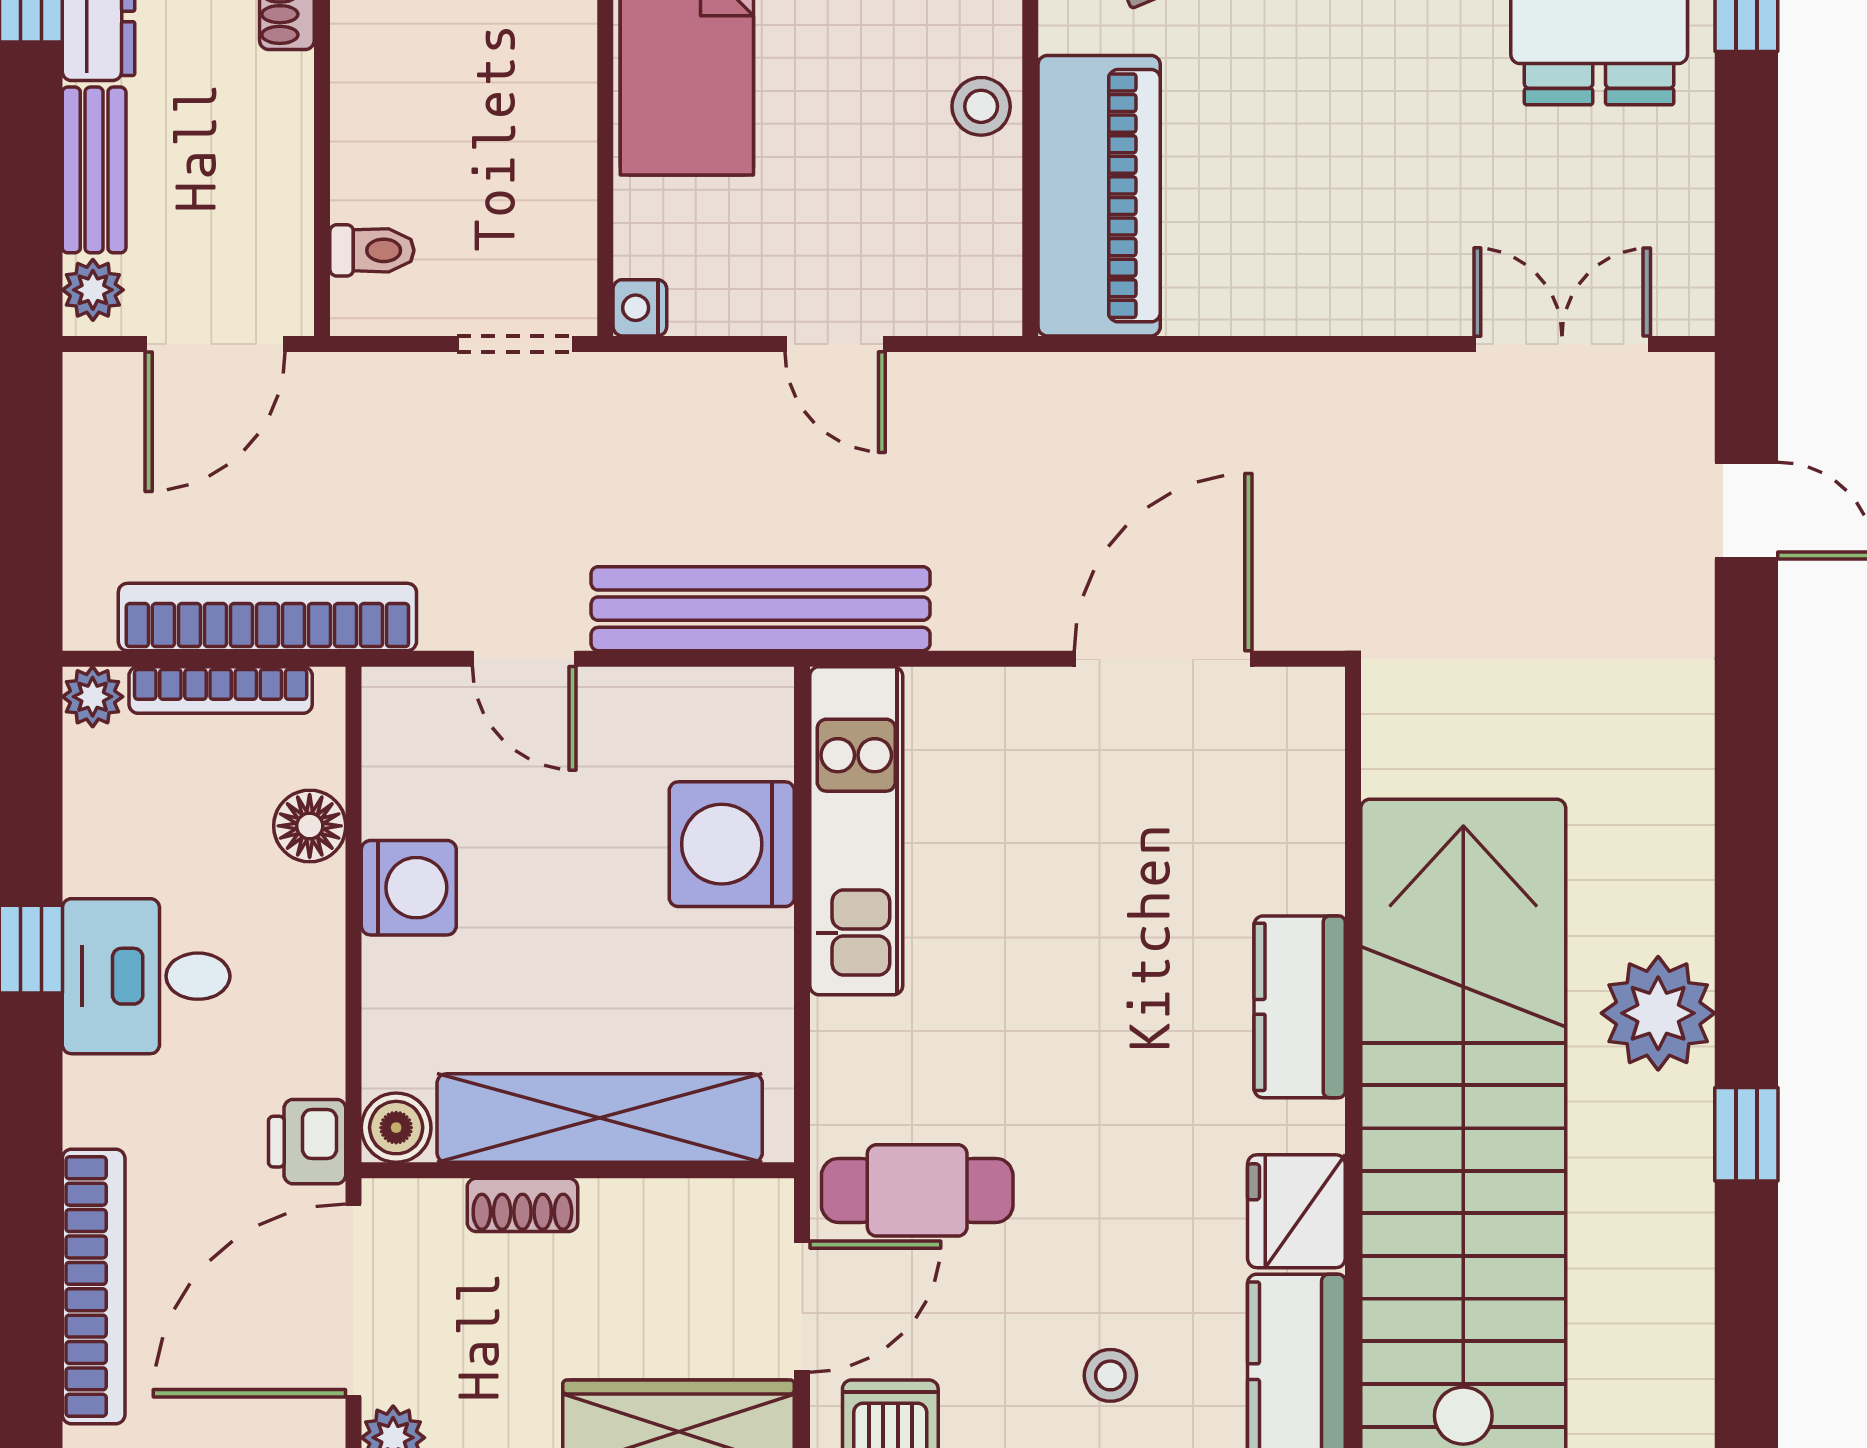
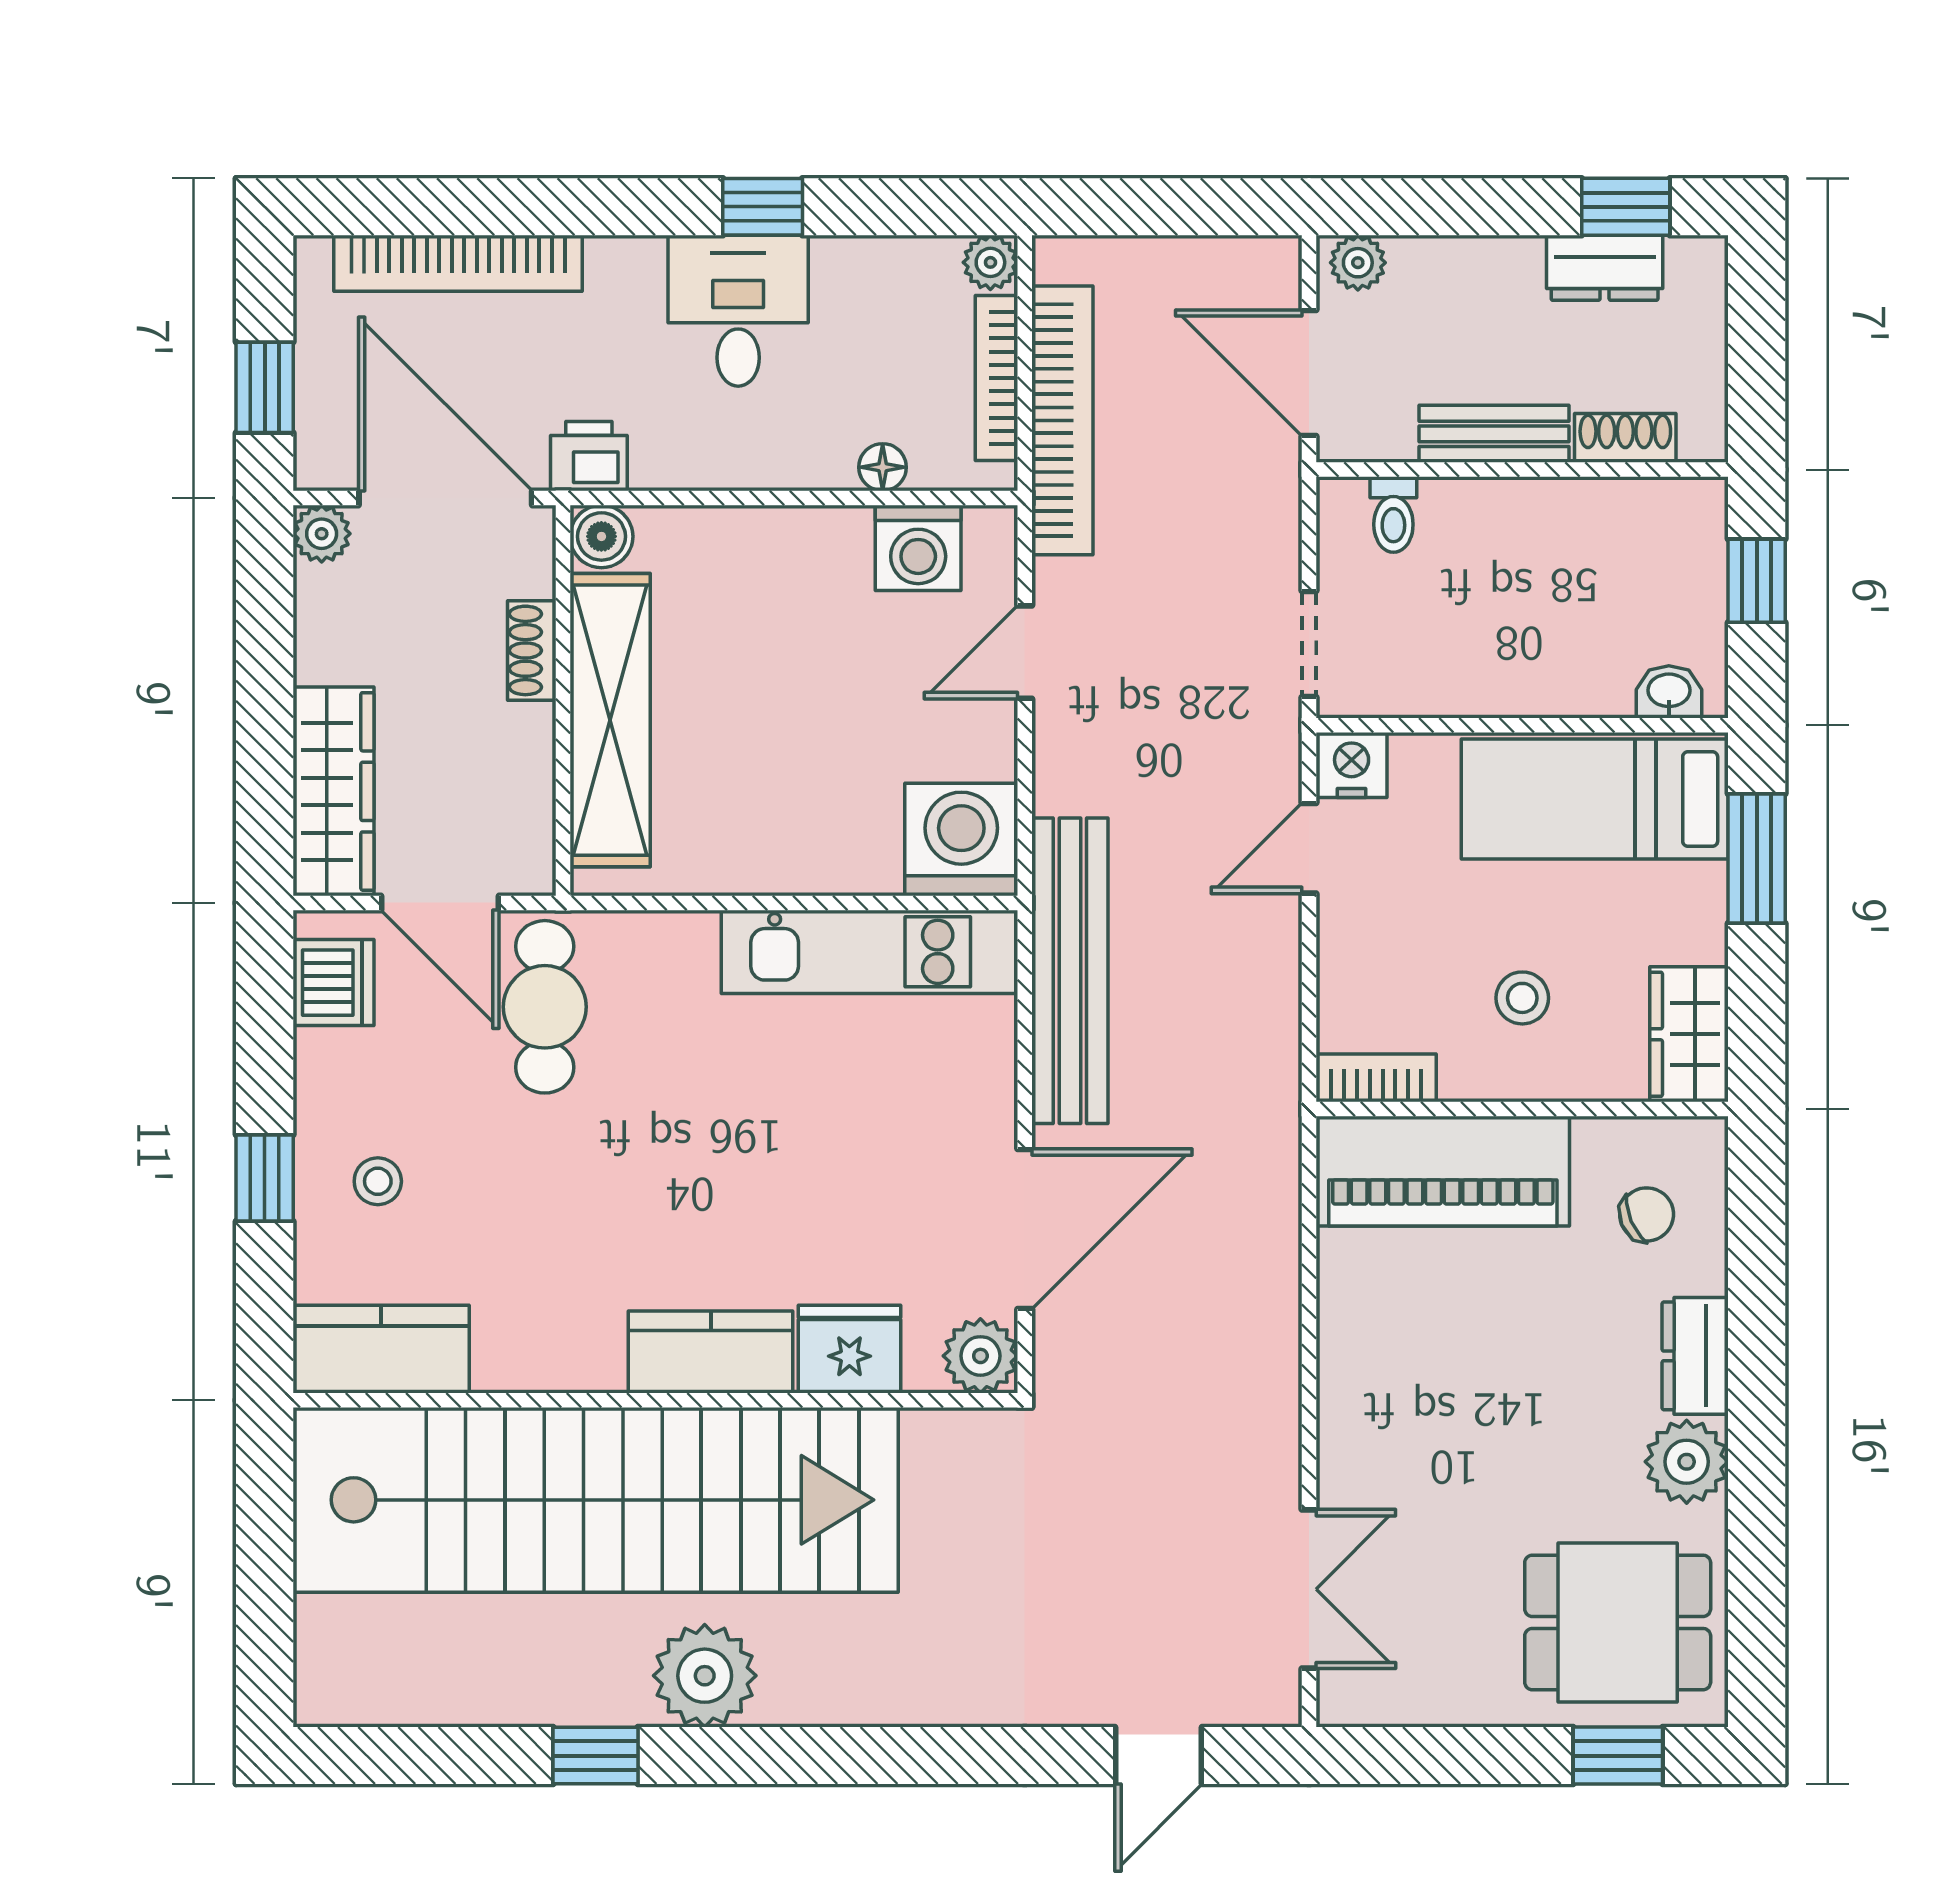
stool: (981, 106) -> (1522, 998), moved
bench: (94, 170) -> (1494, 434), moved
bookcase: (996, 269) -> (1376, 1078), added
nightstand: (640, 308) -> (1352, 765), width x1.39, depth x1.35
door: (835, 344) -> (1309, 848), moved
bench: (761, 609) -> (1070, 971), moved
door: (1163, 659) -> (1025, 1229), hinge flipped
plant: (1304, 708) -> (980, 1356), added
floor lamp: (310, 826) -> (883, 467), width x0.73, depth x0.73
washing machine: (732, 844) -> (961, 839), moved
washing machine: (409, 888) -> (918, 548), moved
fridge: (1296, 1211) -> (849, 1349), moved

